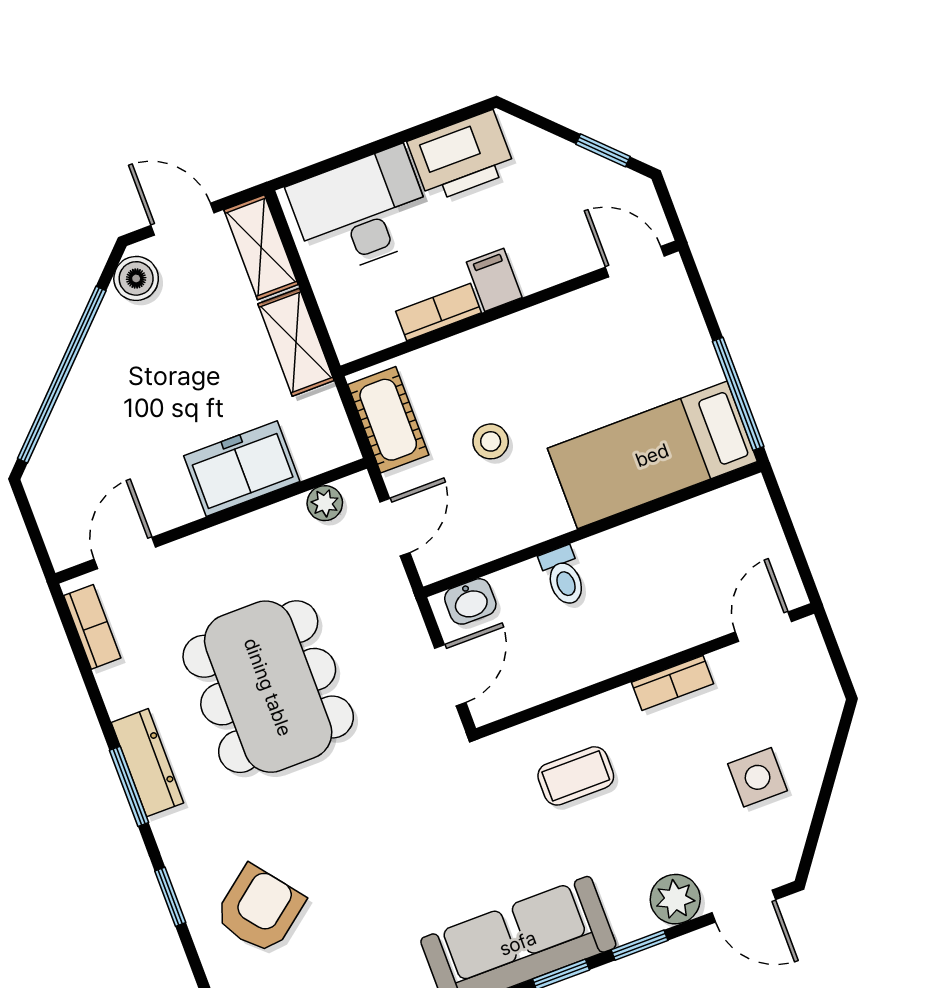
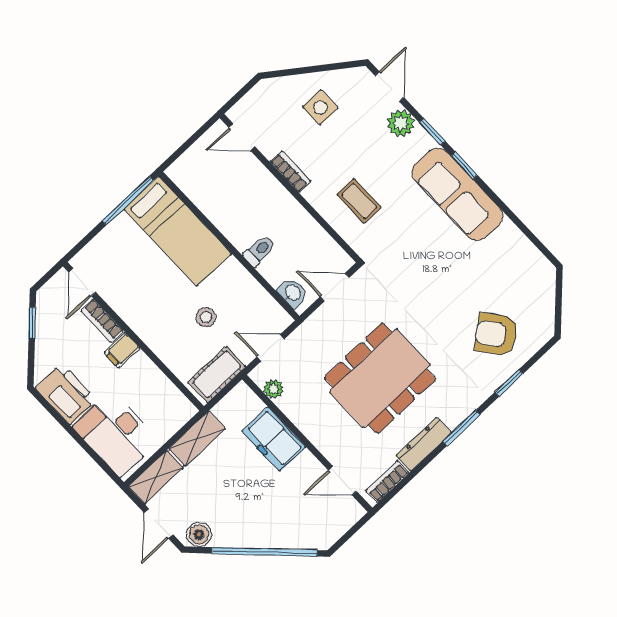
bookcase: (439, 312) -> (102, 321), moved
dresser: (147, 763) -> (424, 444), moved

